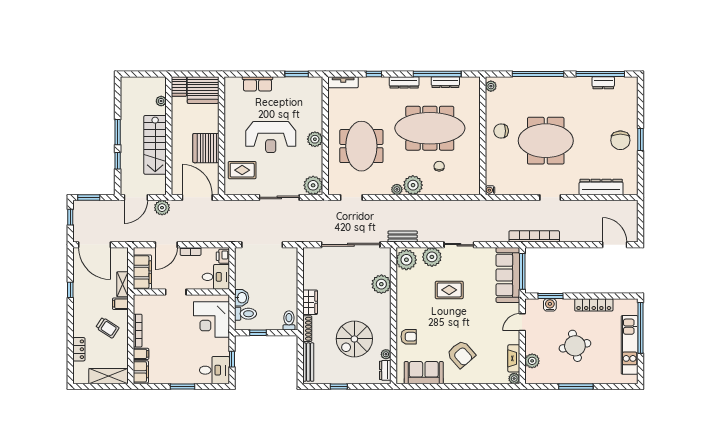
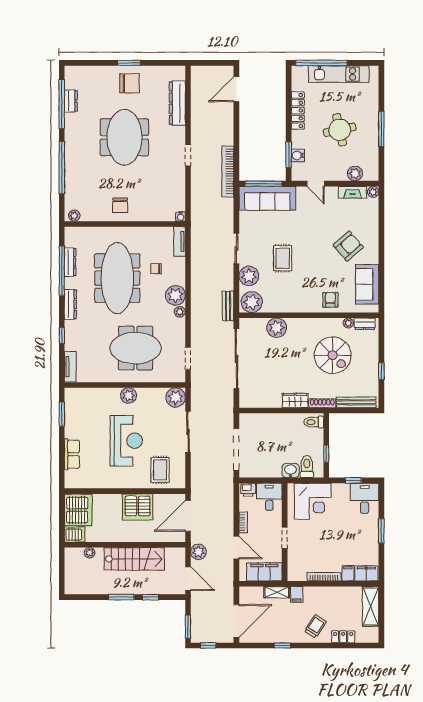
meeting table: (546, 141) -> (124, 137), moved
tv unit: (466, 189) -> (180, 241), added
trolley: (107, 328) -> (315, 626), moved

